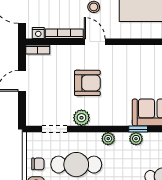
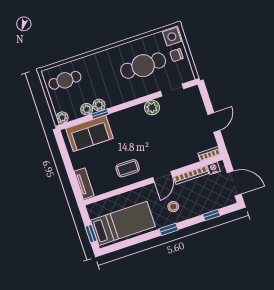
door: (95, 42) -> (162, 177), hinge flipped
coffee table: (128, 63) -> (128, 168), added
armchair: (87, 83) -> (157, 139), removed
plant: (108, 139) -> (87, 109), moved

